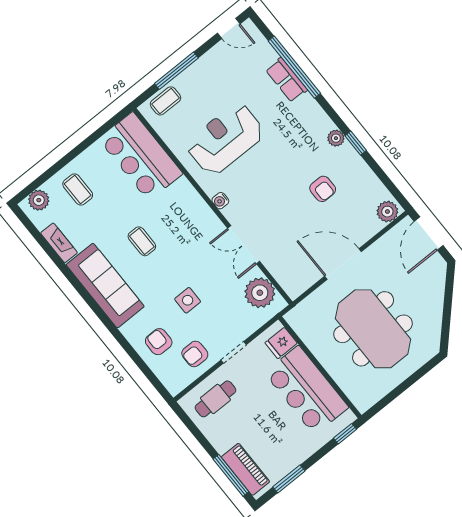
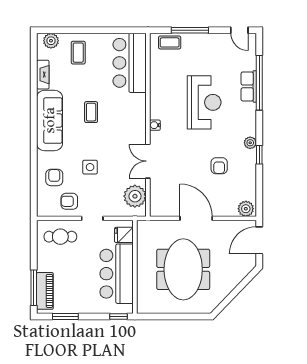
reception desk: (225, 139) -> (204, 102), moved, turned 90

